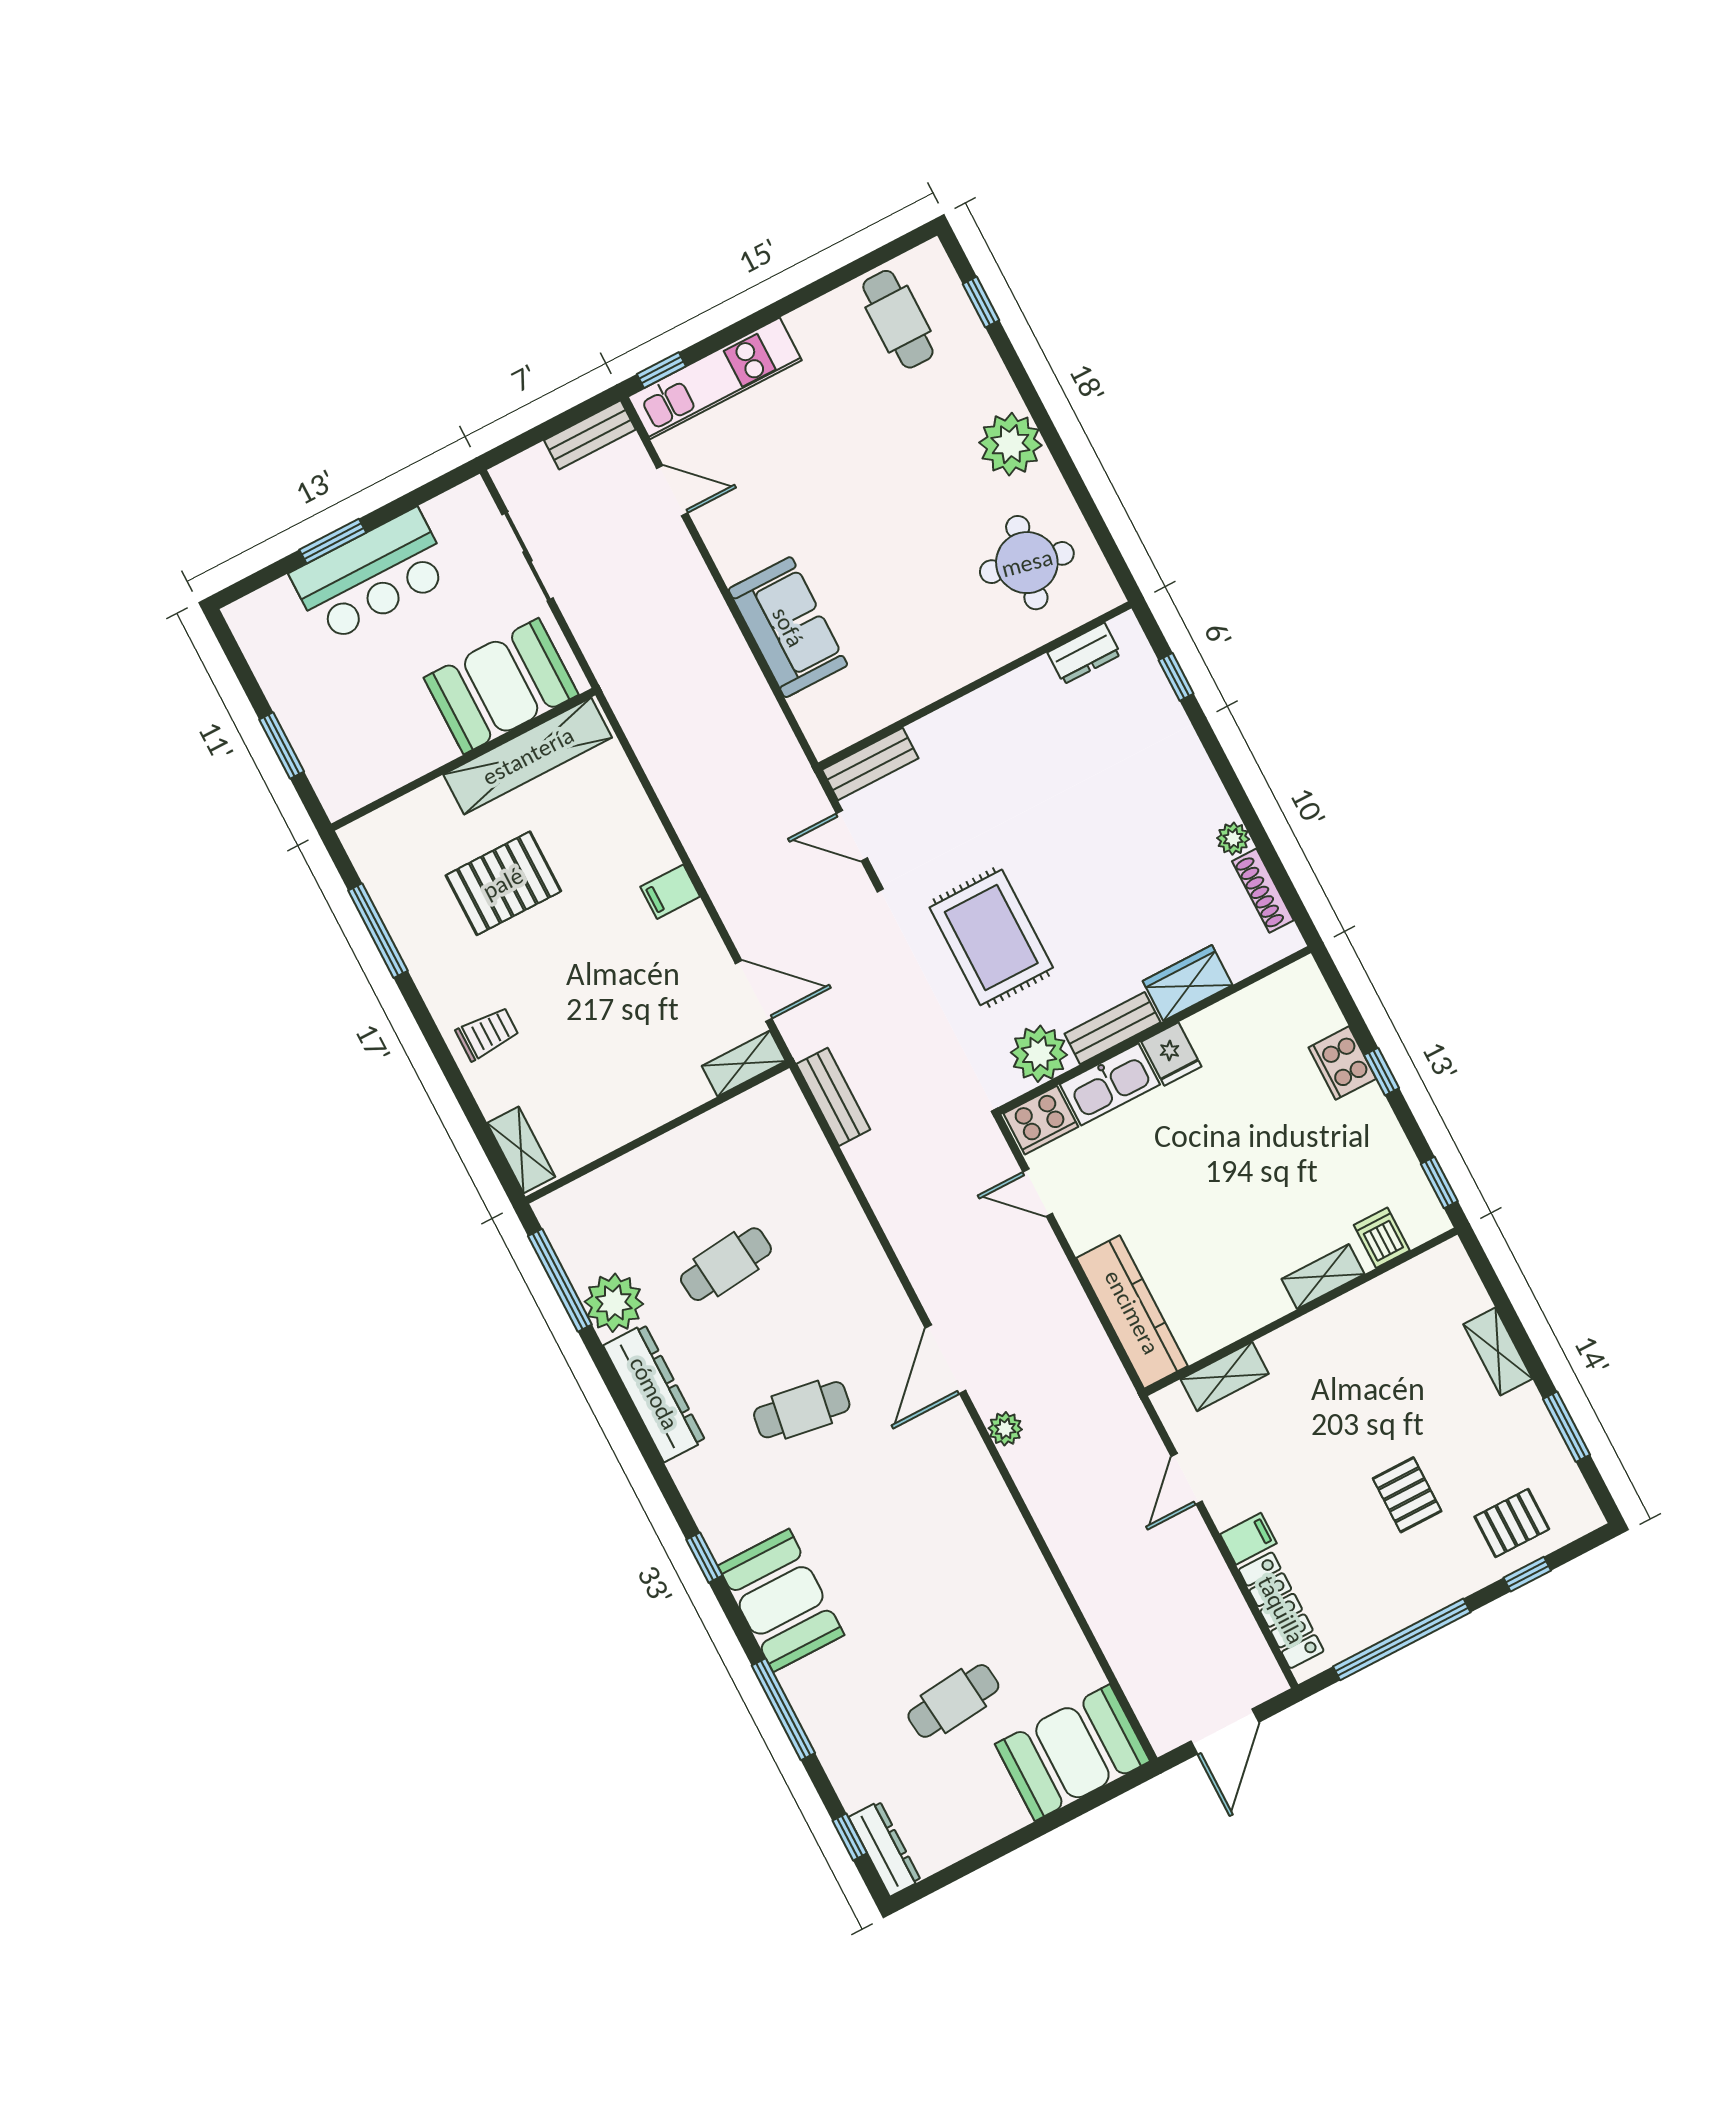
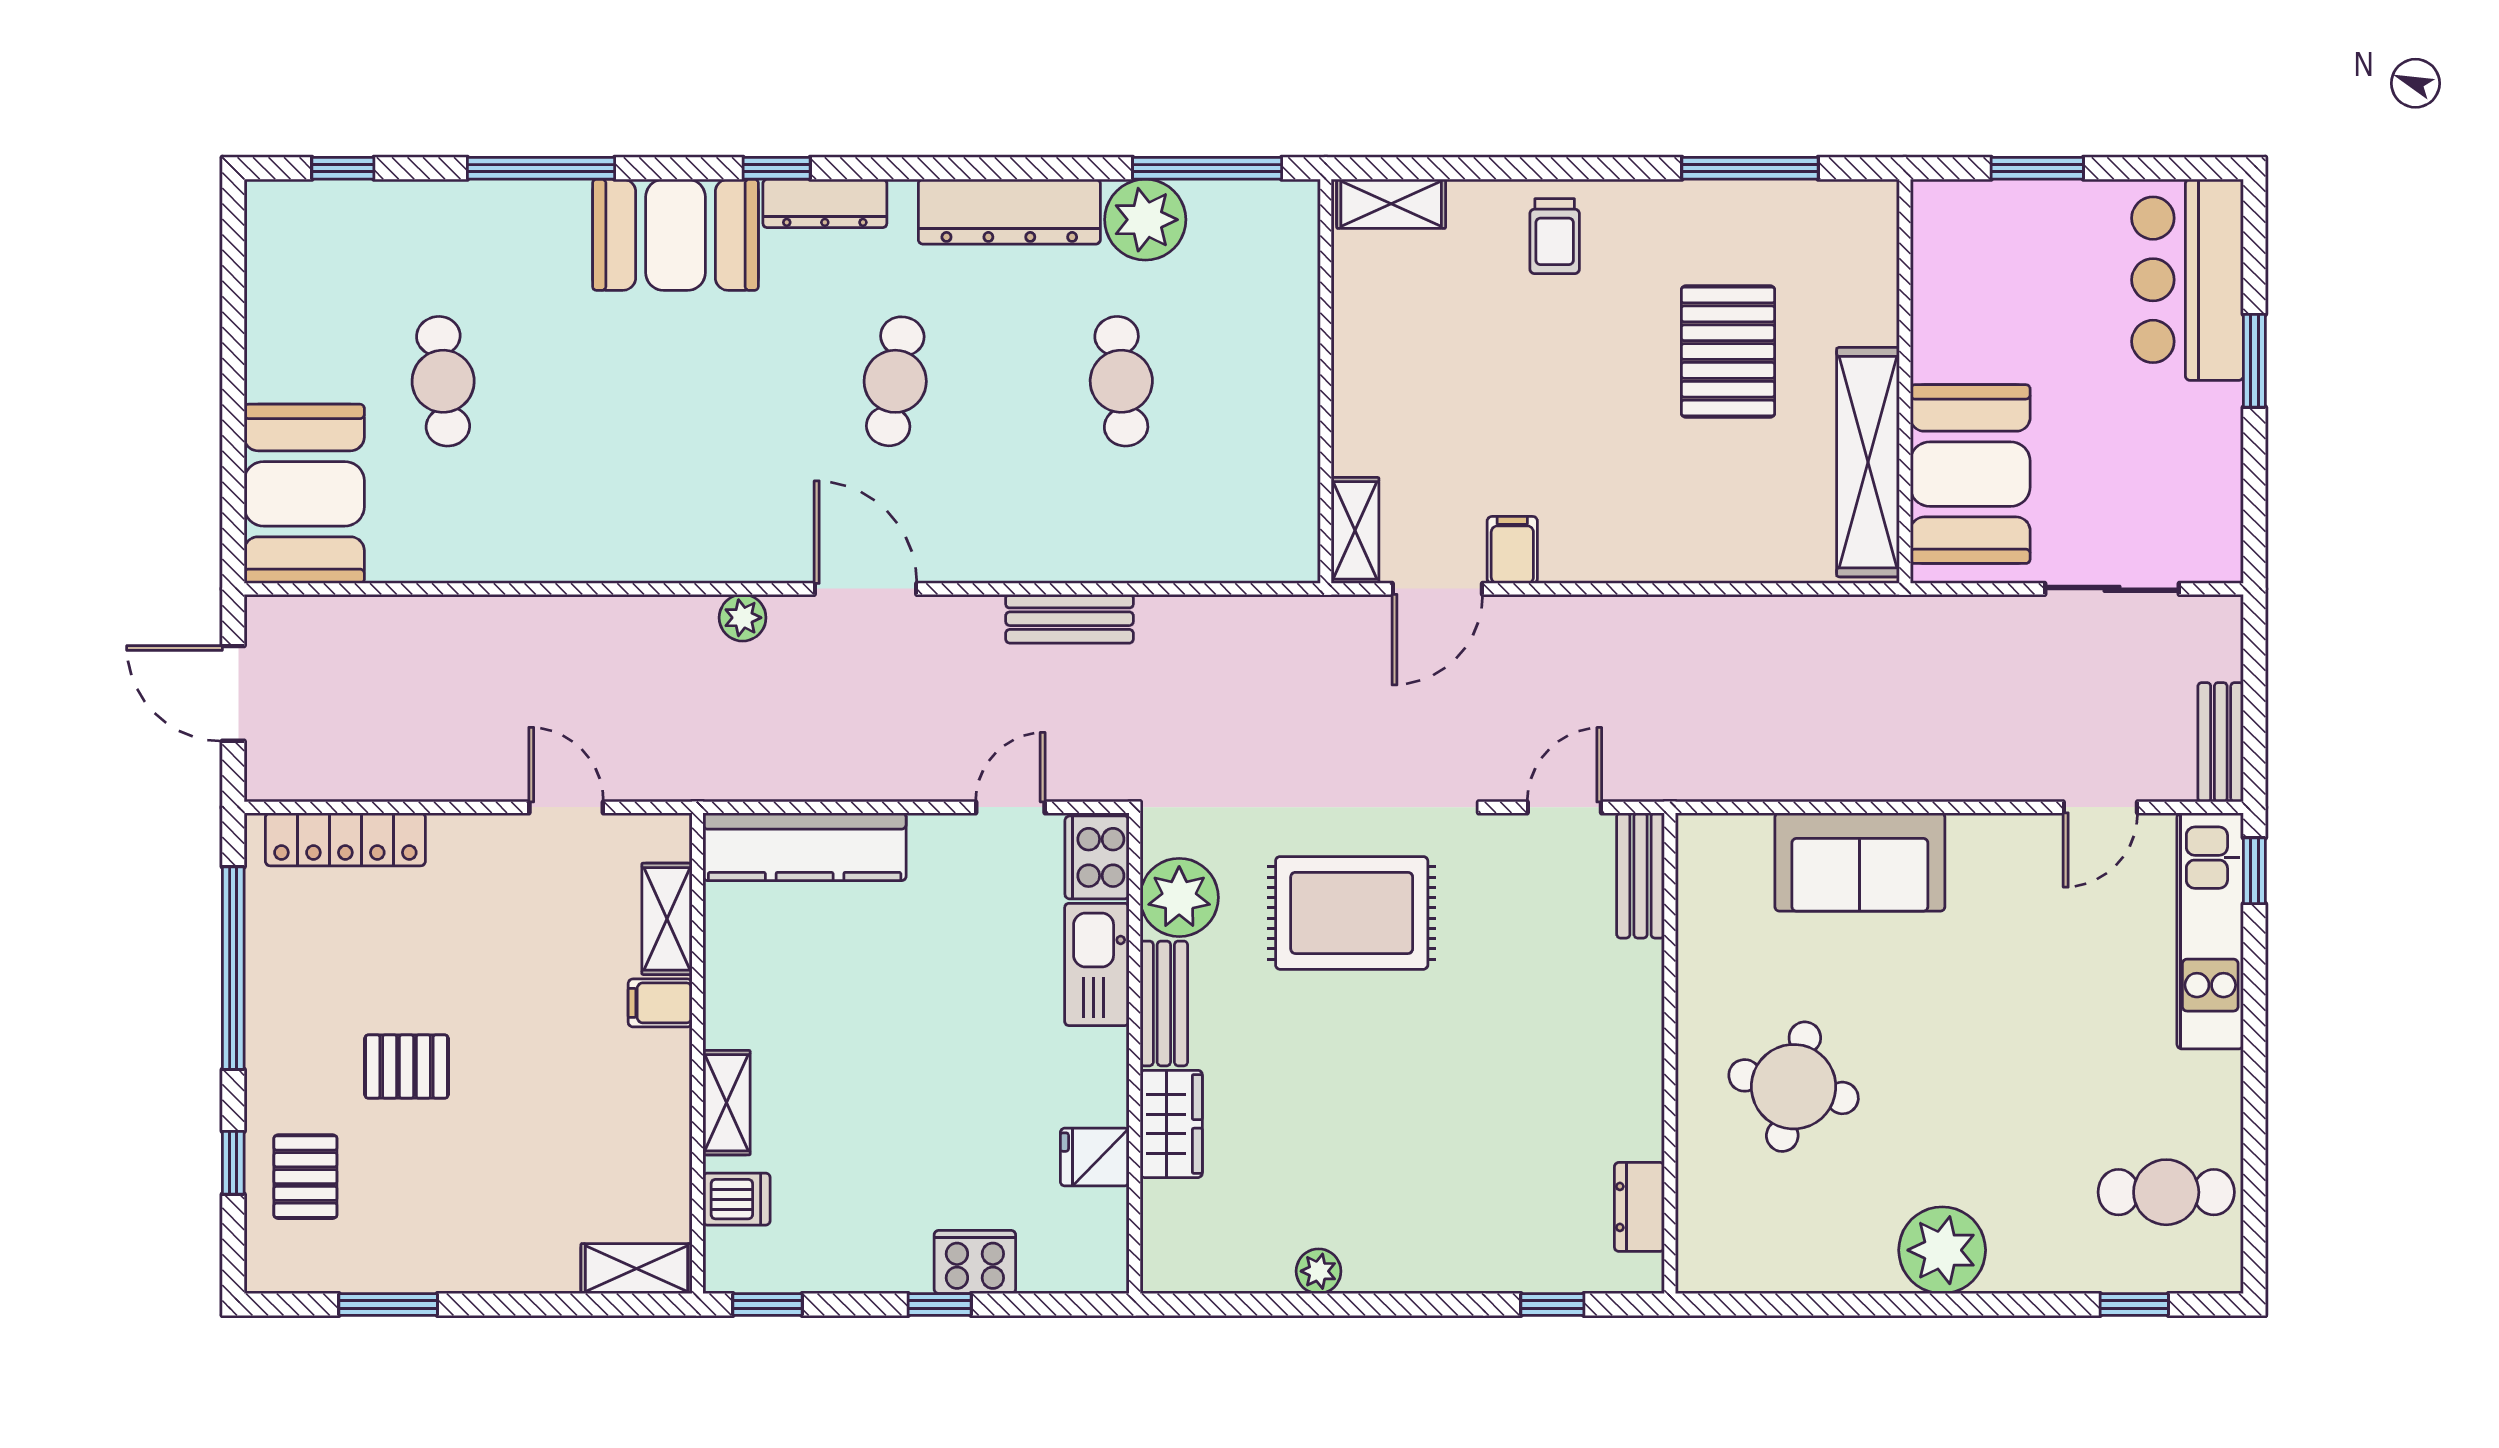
round table: (1027, 563) -> (1794, 1087), moved
bar counter: (371, 576) -> (2188, 280), moved
shoe rack: (1263, 891) -> (1236, 1275), removed
filing cabinet: (670, 892) -> (1512, 550), moved
fridge: (1171, 1054) -> (1095, 1157), moved
bench: (833, 1097) -> (1070, 619), moved
shelving: (1498, 1352) -> (636, 1269), moved
filing cabinet: (1248, 1539) -> (660, 1003), moved, turned 90
dresser: (885, 1849) -> (825, 203), moved

